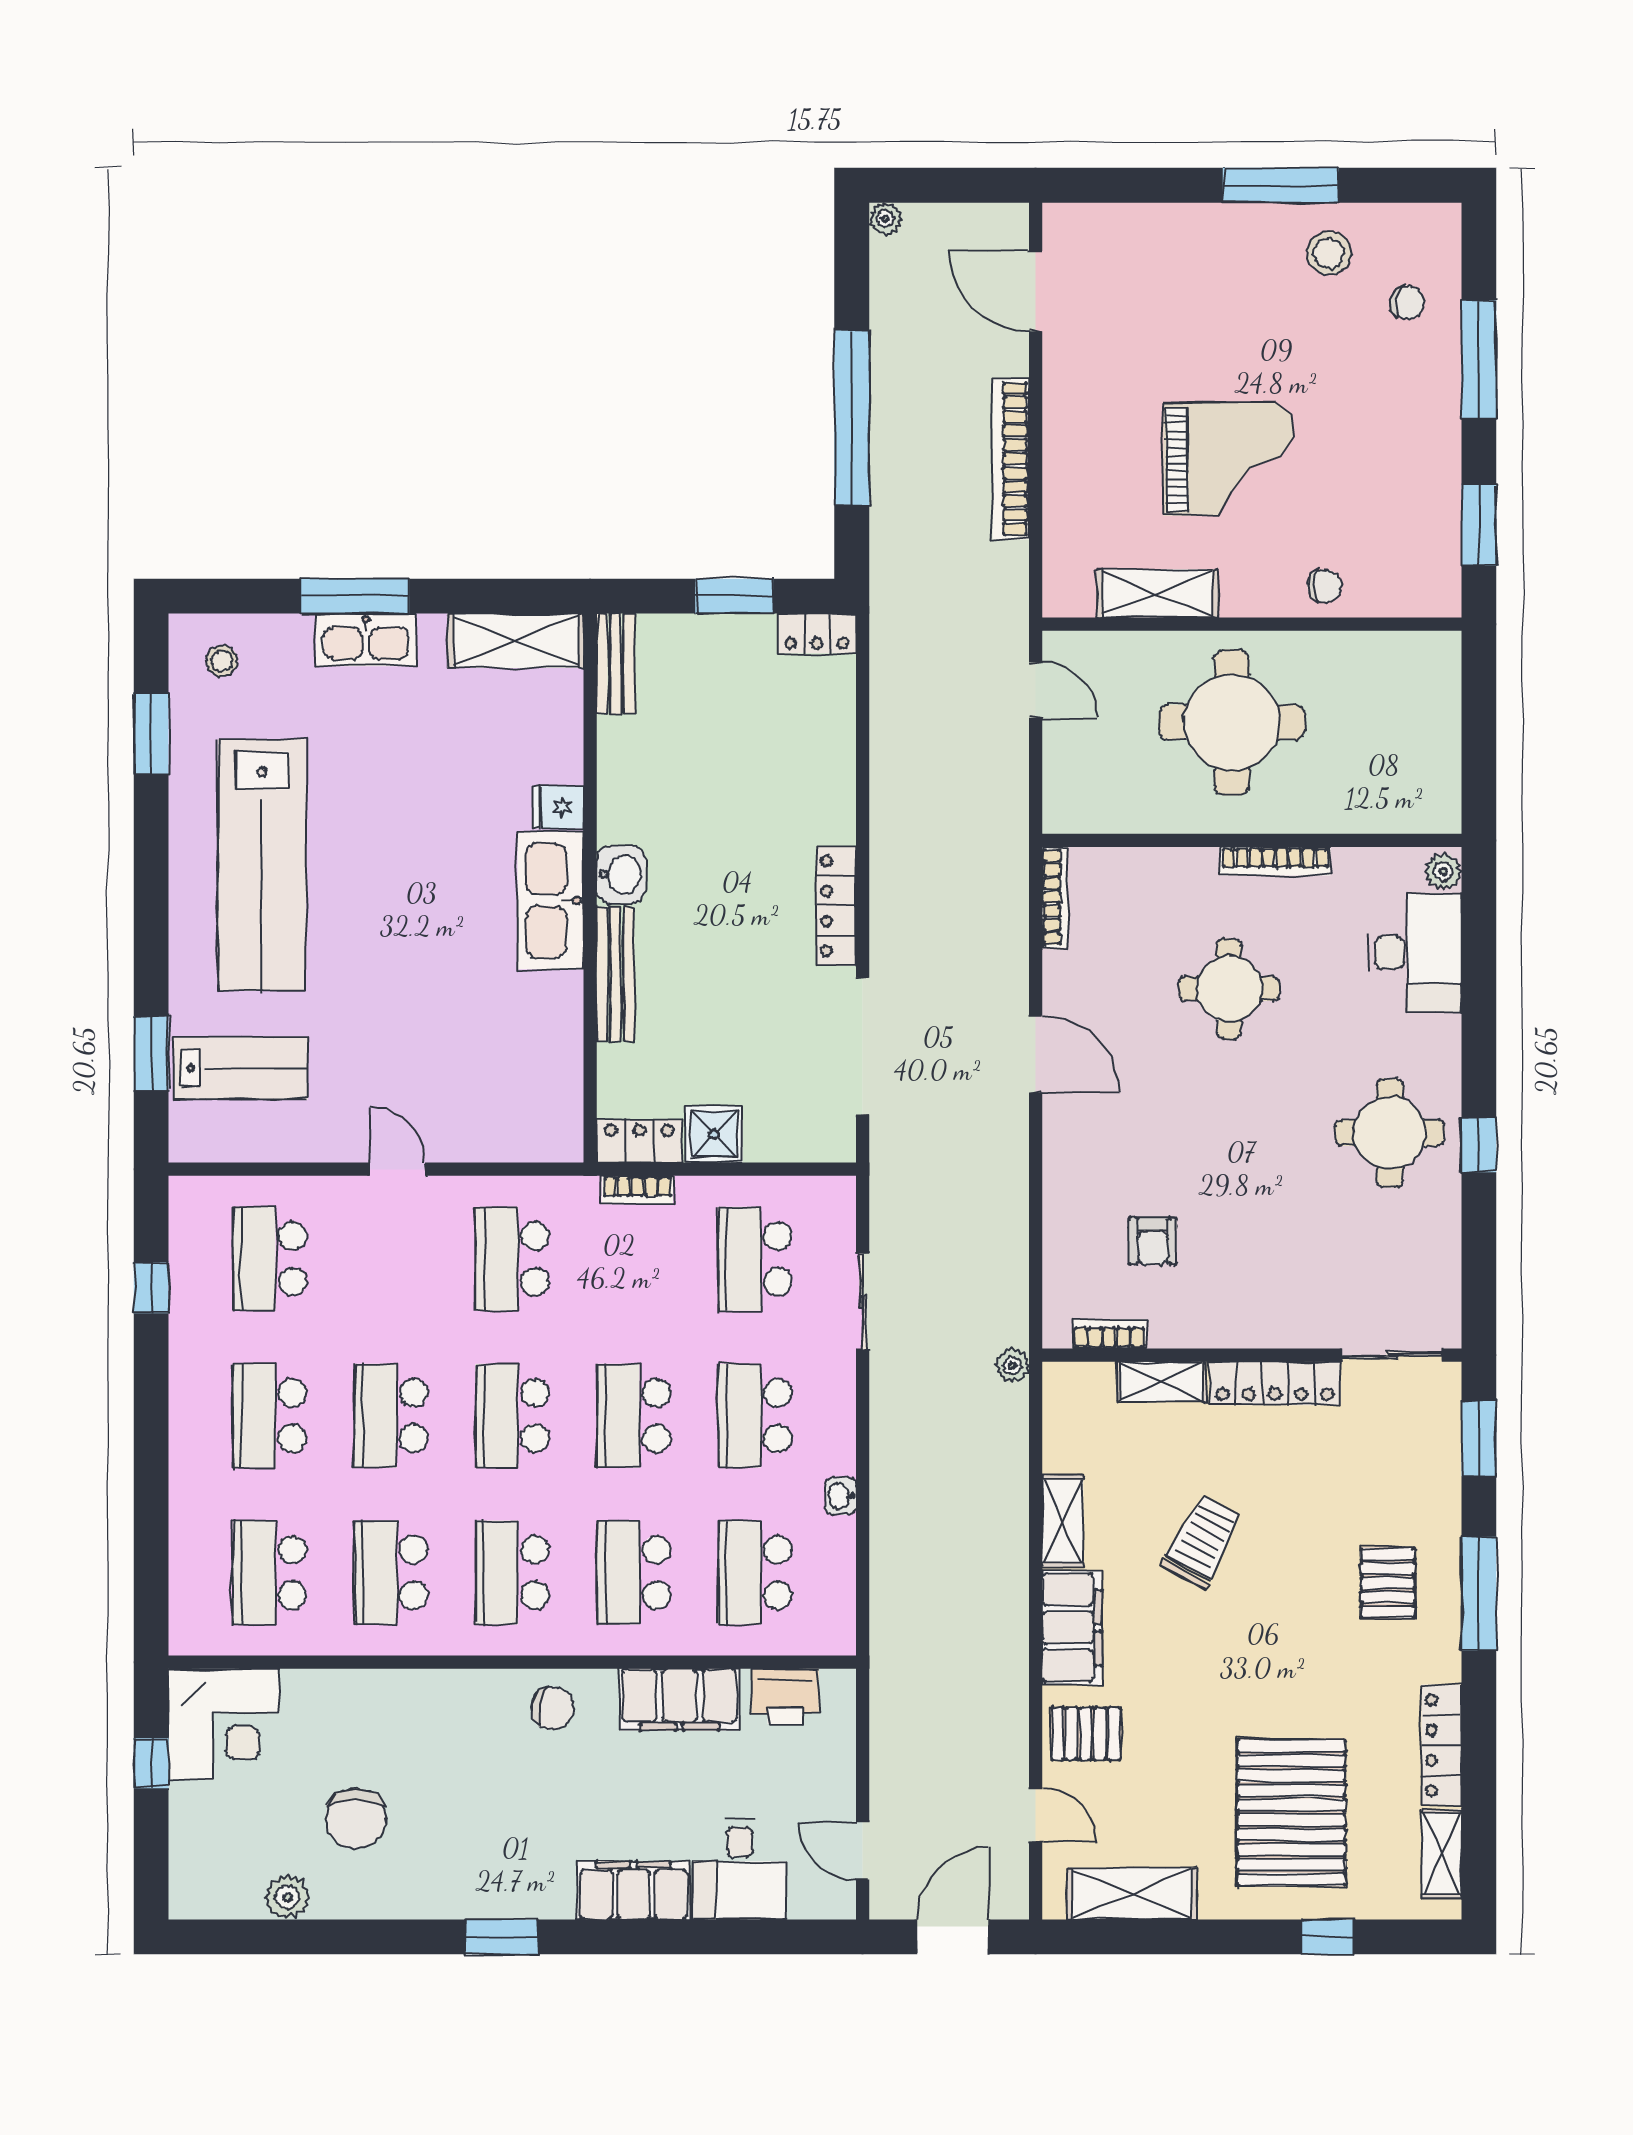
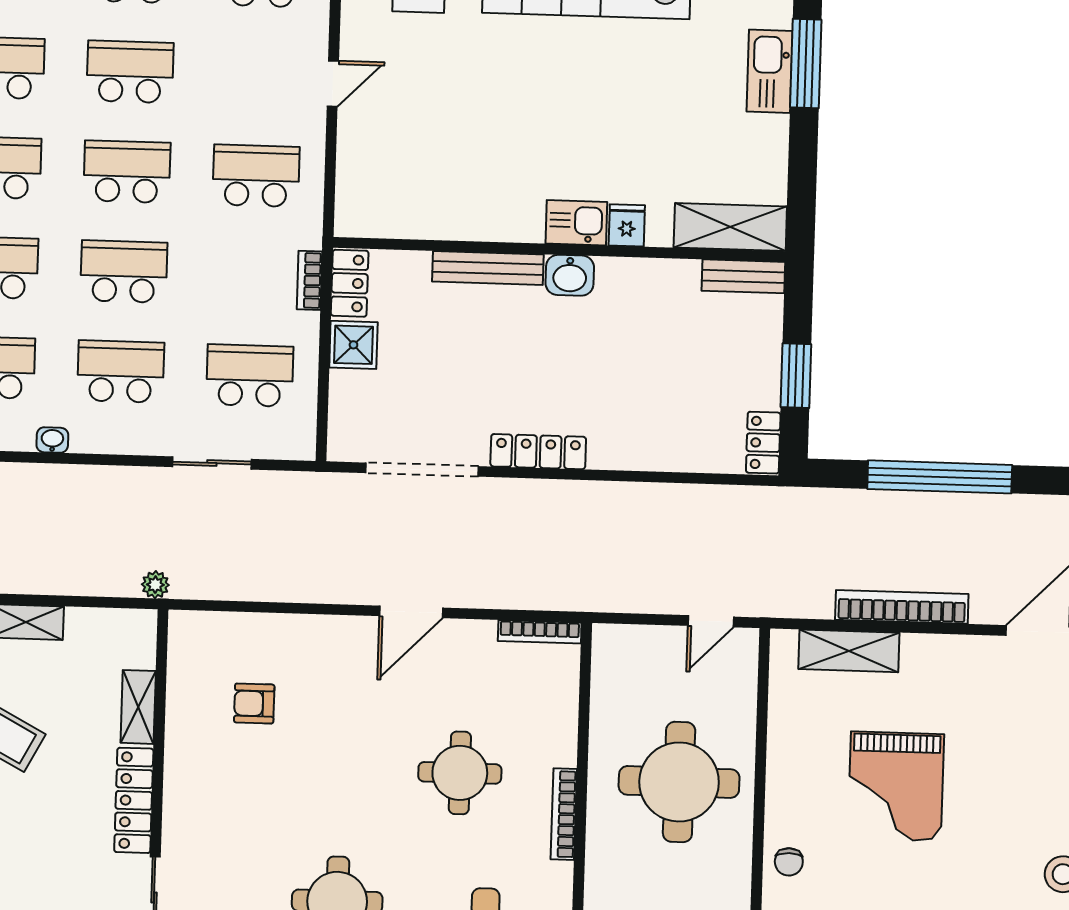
shelving: (1157, 594) -> (849, 651), moved, turned 90
shelving: (516, 641) -> (730, 227), moved, turned 90
kitchen sink: (551, 900) -> (576, 223), width x0.53, depth x0.81
bookcase: (1109, 1334) -> (179, 665), removed

